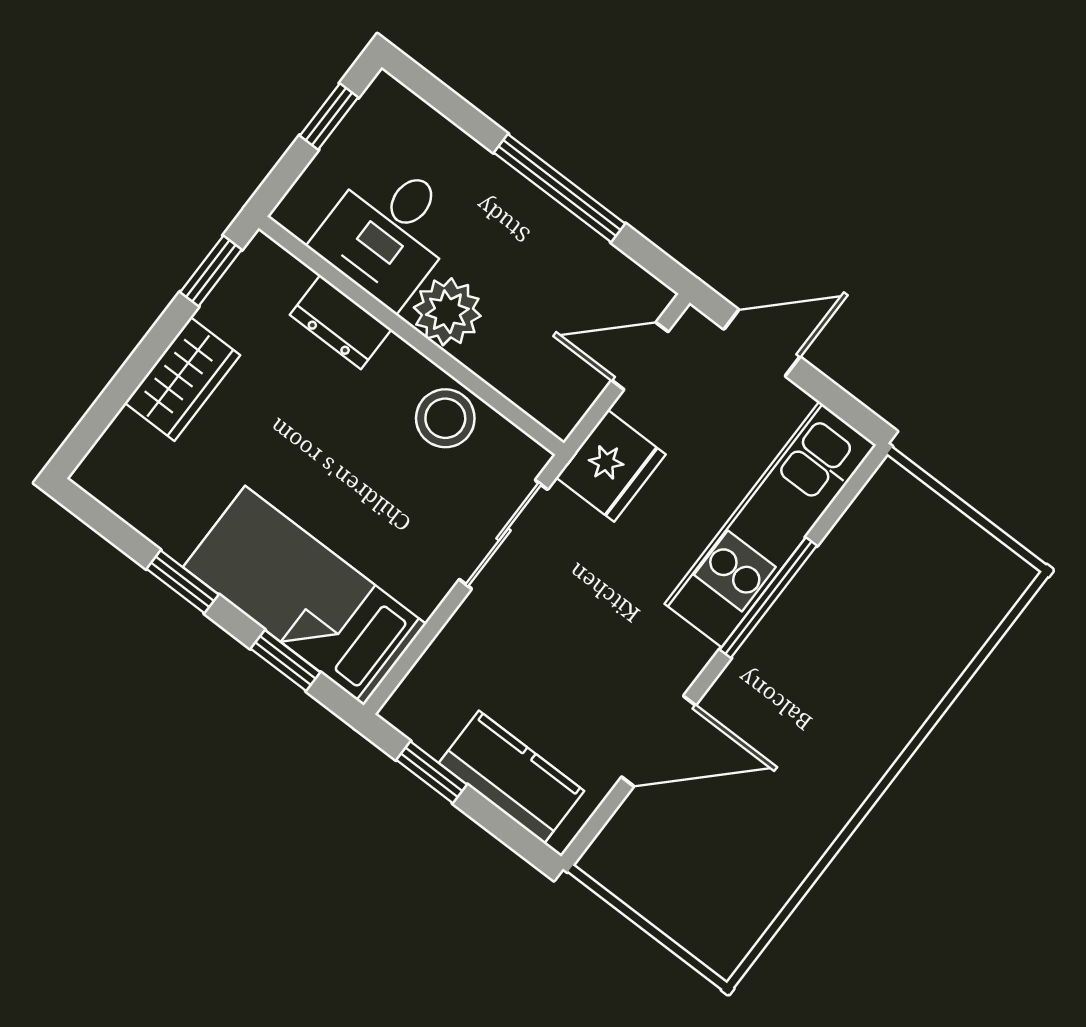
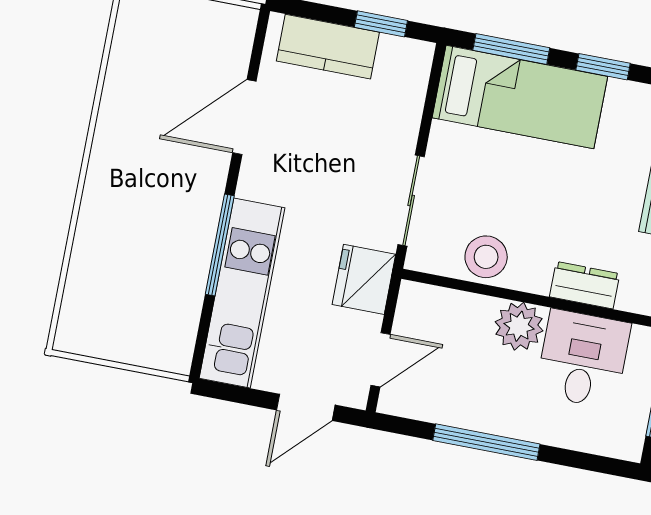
window: (285, 661) -> (511, 49), width x1.50

